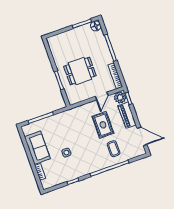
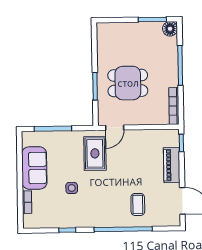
door: (102, 96) -> (115, 128), moved
plant: (120, 97) -> (170, 138), removed
rug: (103, 125) -> (95, 153), moved

